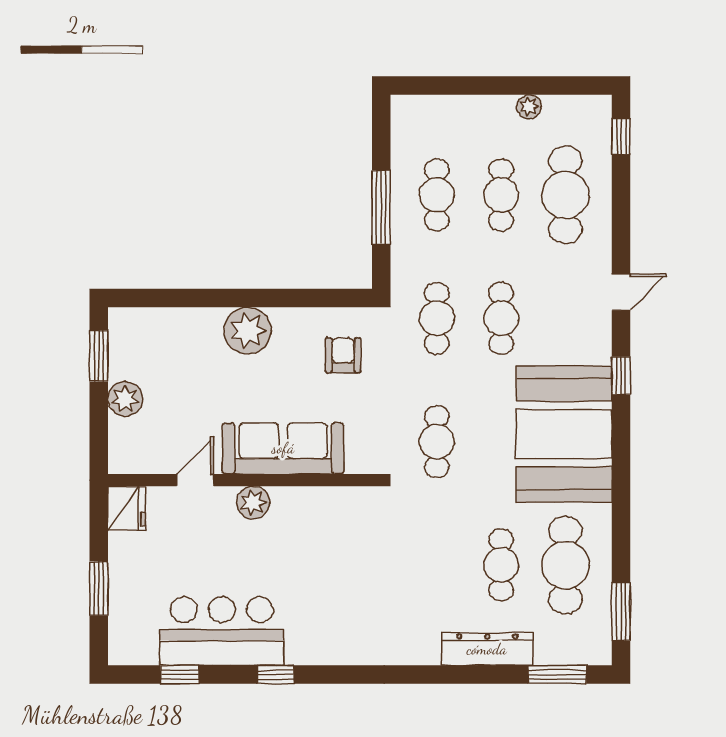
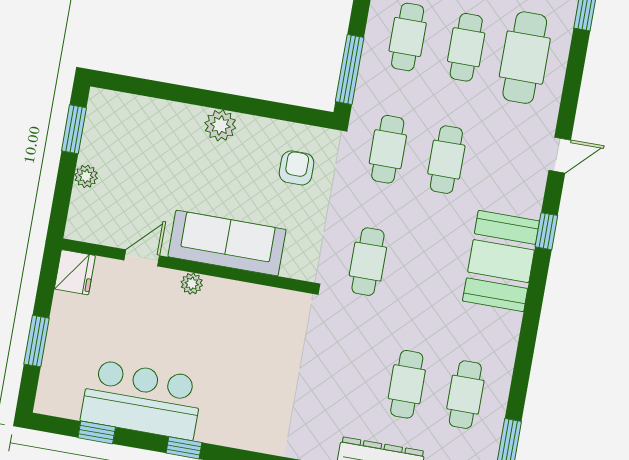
window: (381, 207) -> (350, 69), moved
plant: (248, 330) -> (220, 125), width x0.73, depth x0.73
plant: (125, 399) -> (86, 176), width x0.73, depth x0.73
booth: (564, 434) -> (501, 261), width x0.73, depth x0.70
plant: (253, 503) -> (192, 284), width x0.73, depth x0.73
cafe table: (565, 565) -> (465, 395), width x0.73, depth x0.74

